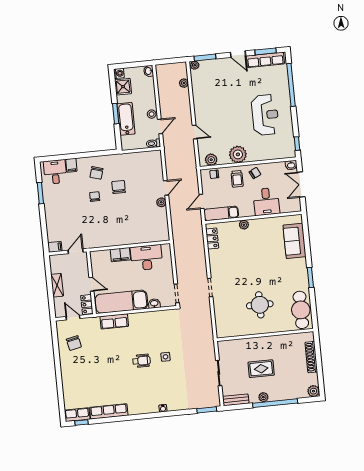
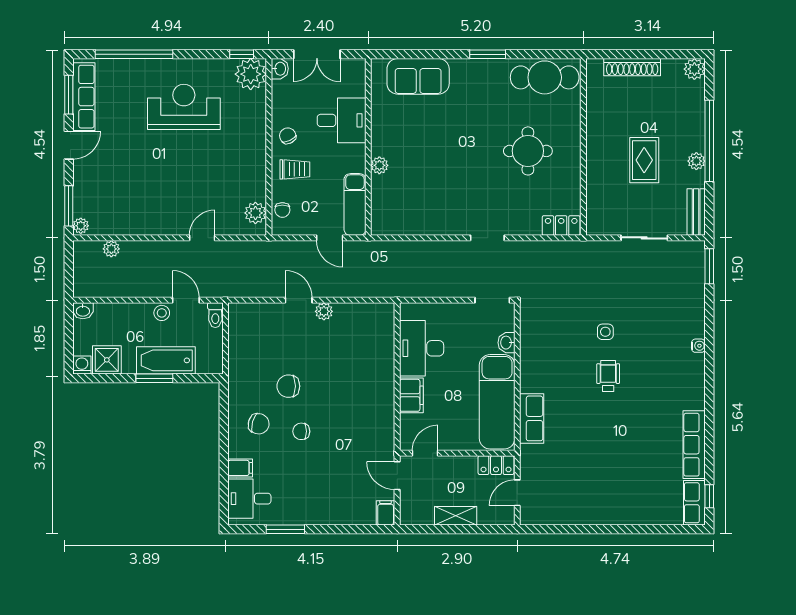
plant: (238, 154) -> (251, 74), moved
locker: (212, 239) -> (561, 226), moved
door: (91, 284) -> (425, 453), moved
chair: (74, 343) -> (564, 496), removed

